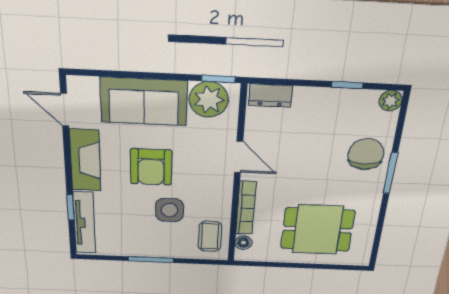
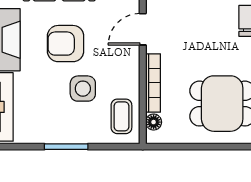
door: (239, 157) -> (143, 29), swing flipped
armchair: (151, 167) -> (66, 44), turned 90

